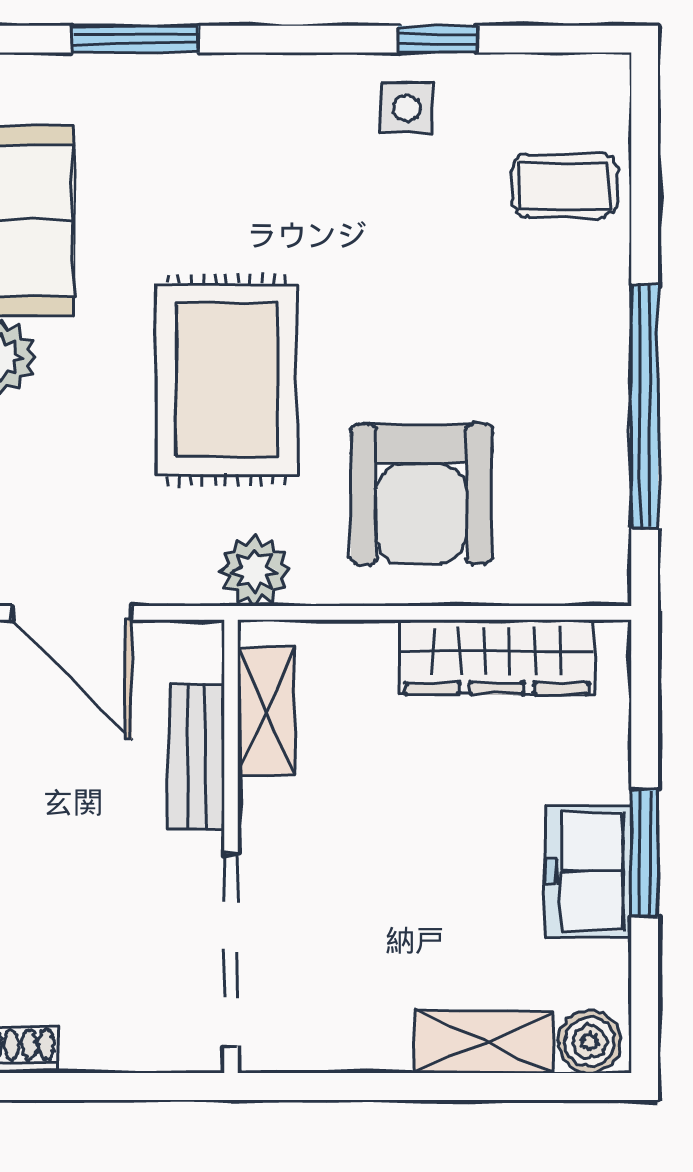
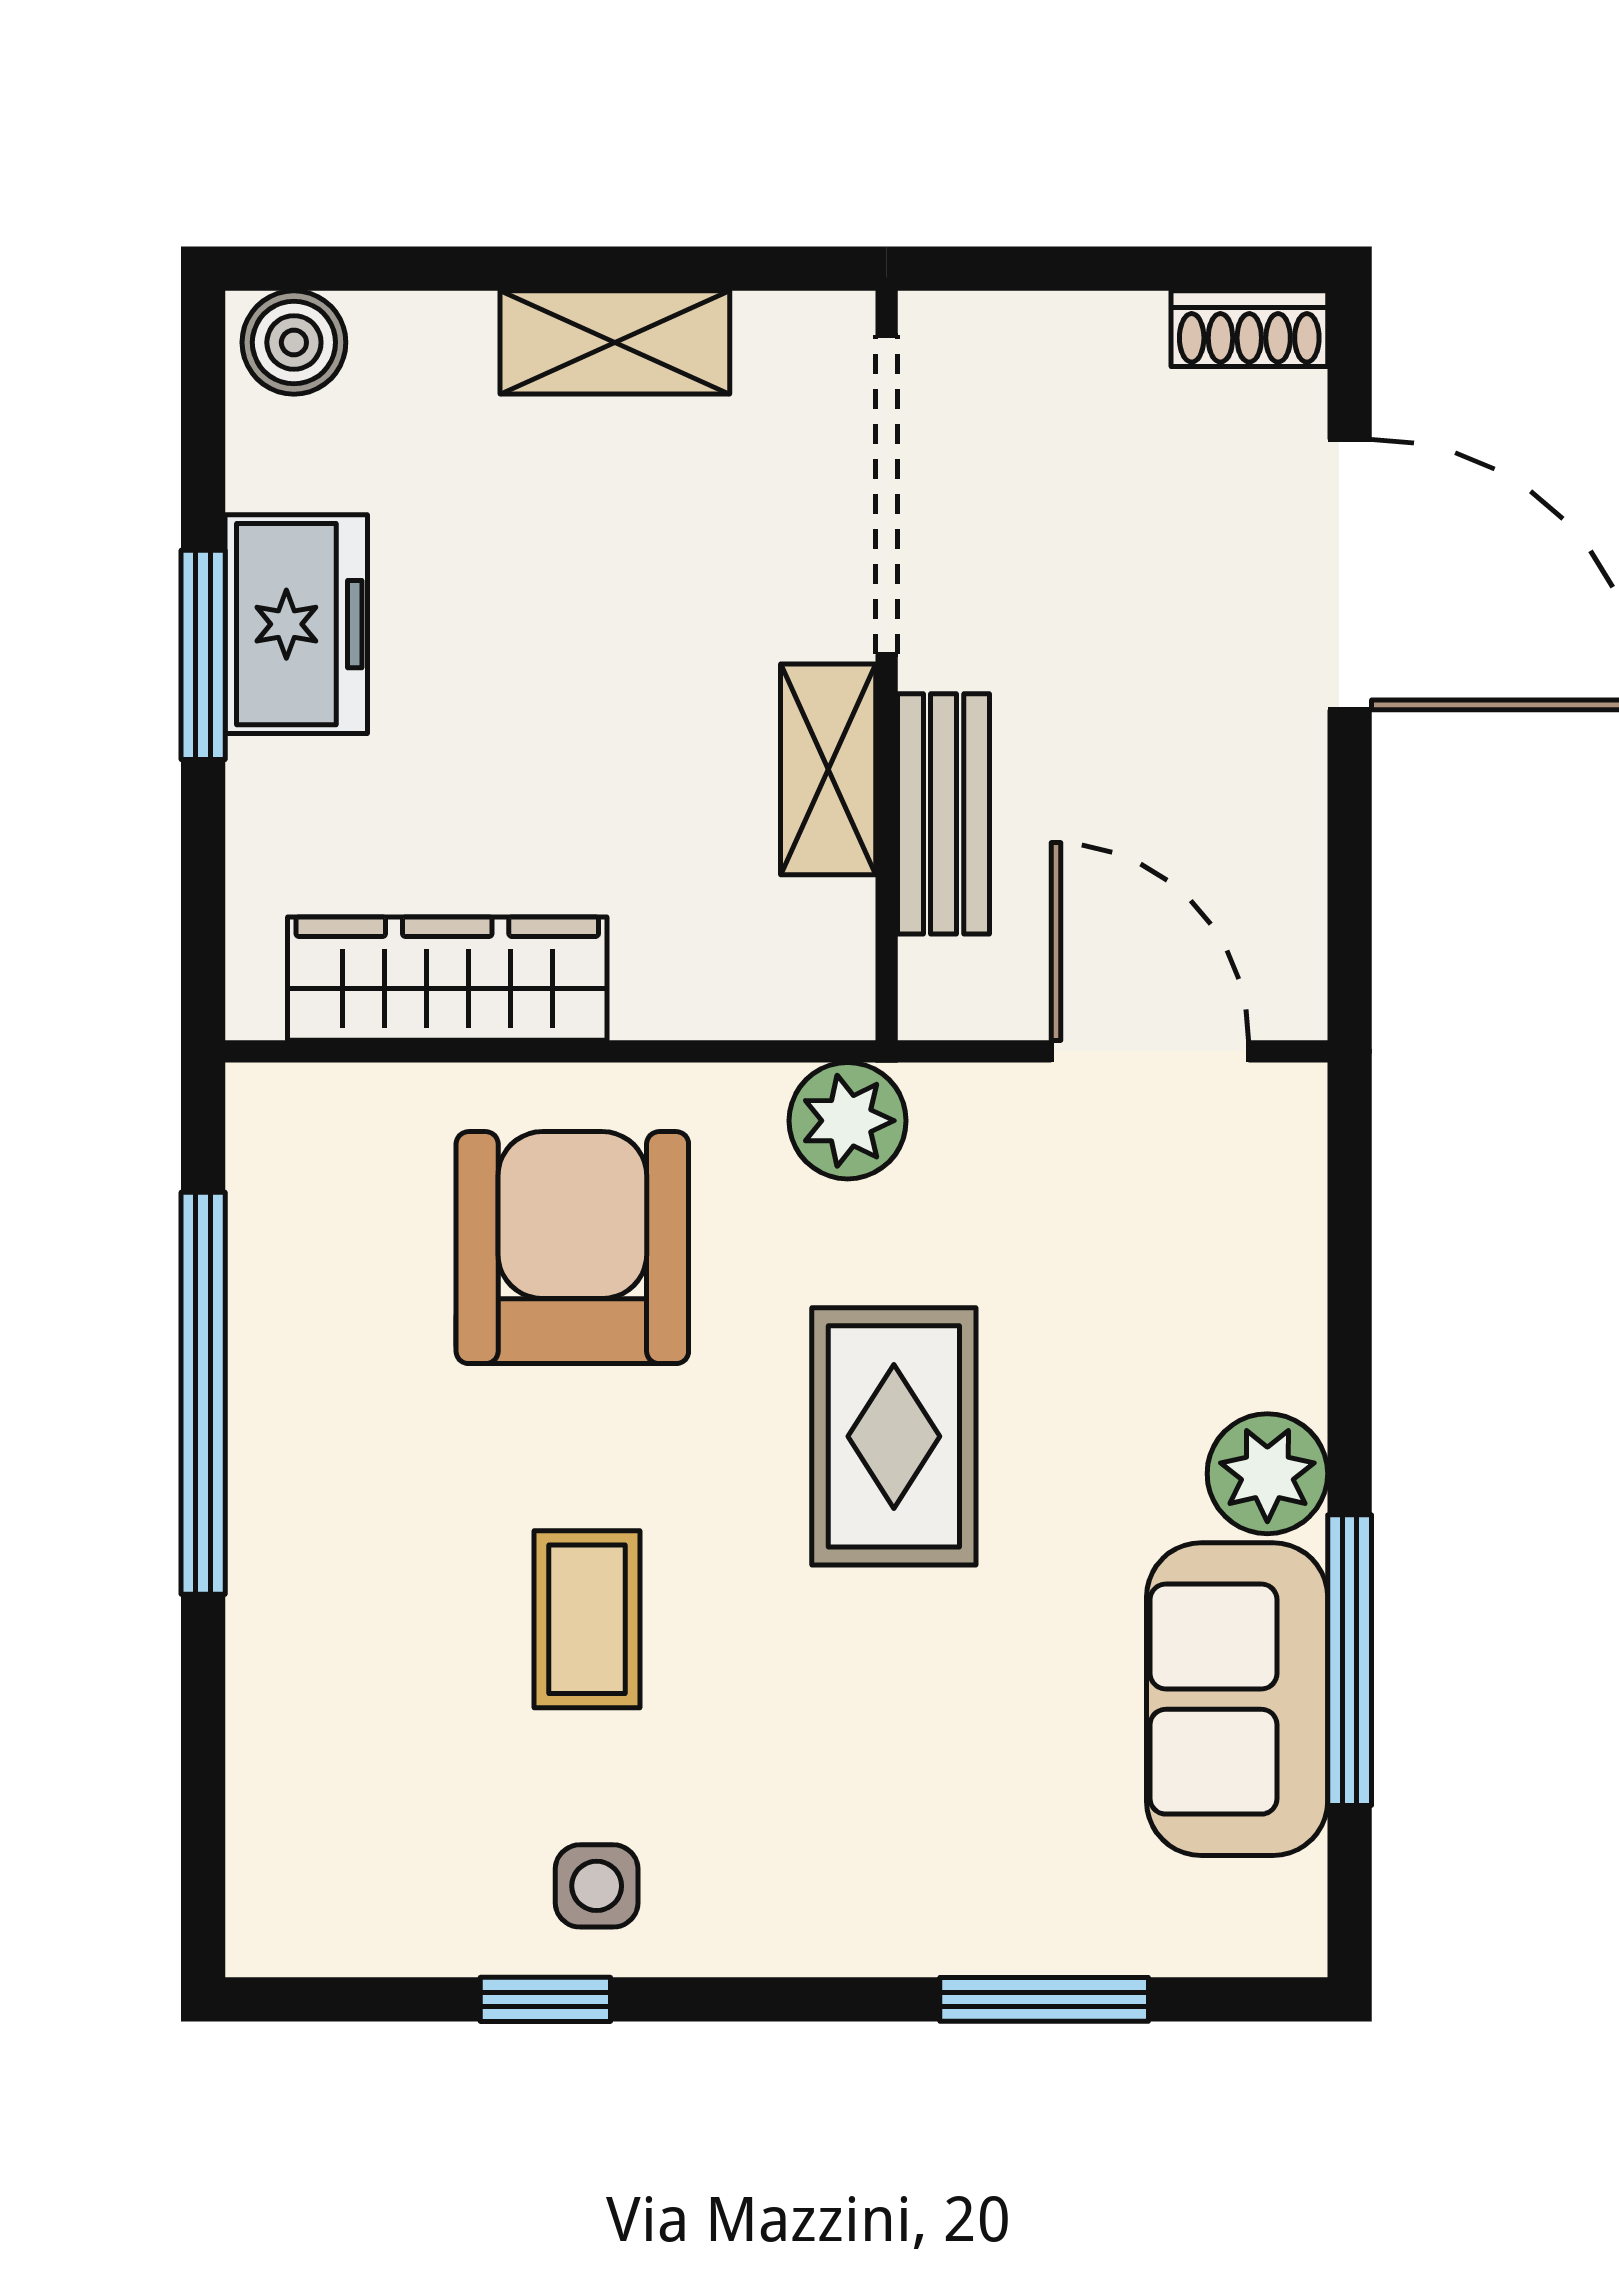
coffee table: (565, 186) -> (587, 1619), moved, turned 90
rug: (227, 380) -> (894, 1436), width x0.73, depth x0.70
shelving: (266, 712) -> (828, 769), moved
shelving: (483, 1042) -> (615, 342), moved

